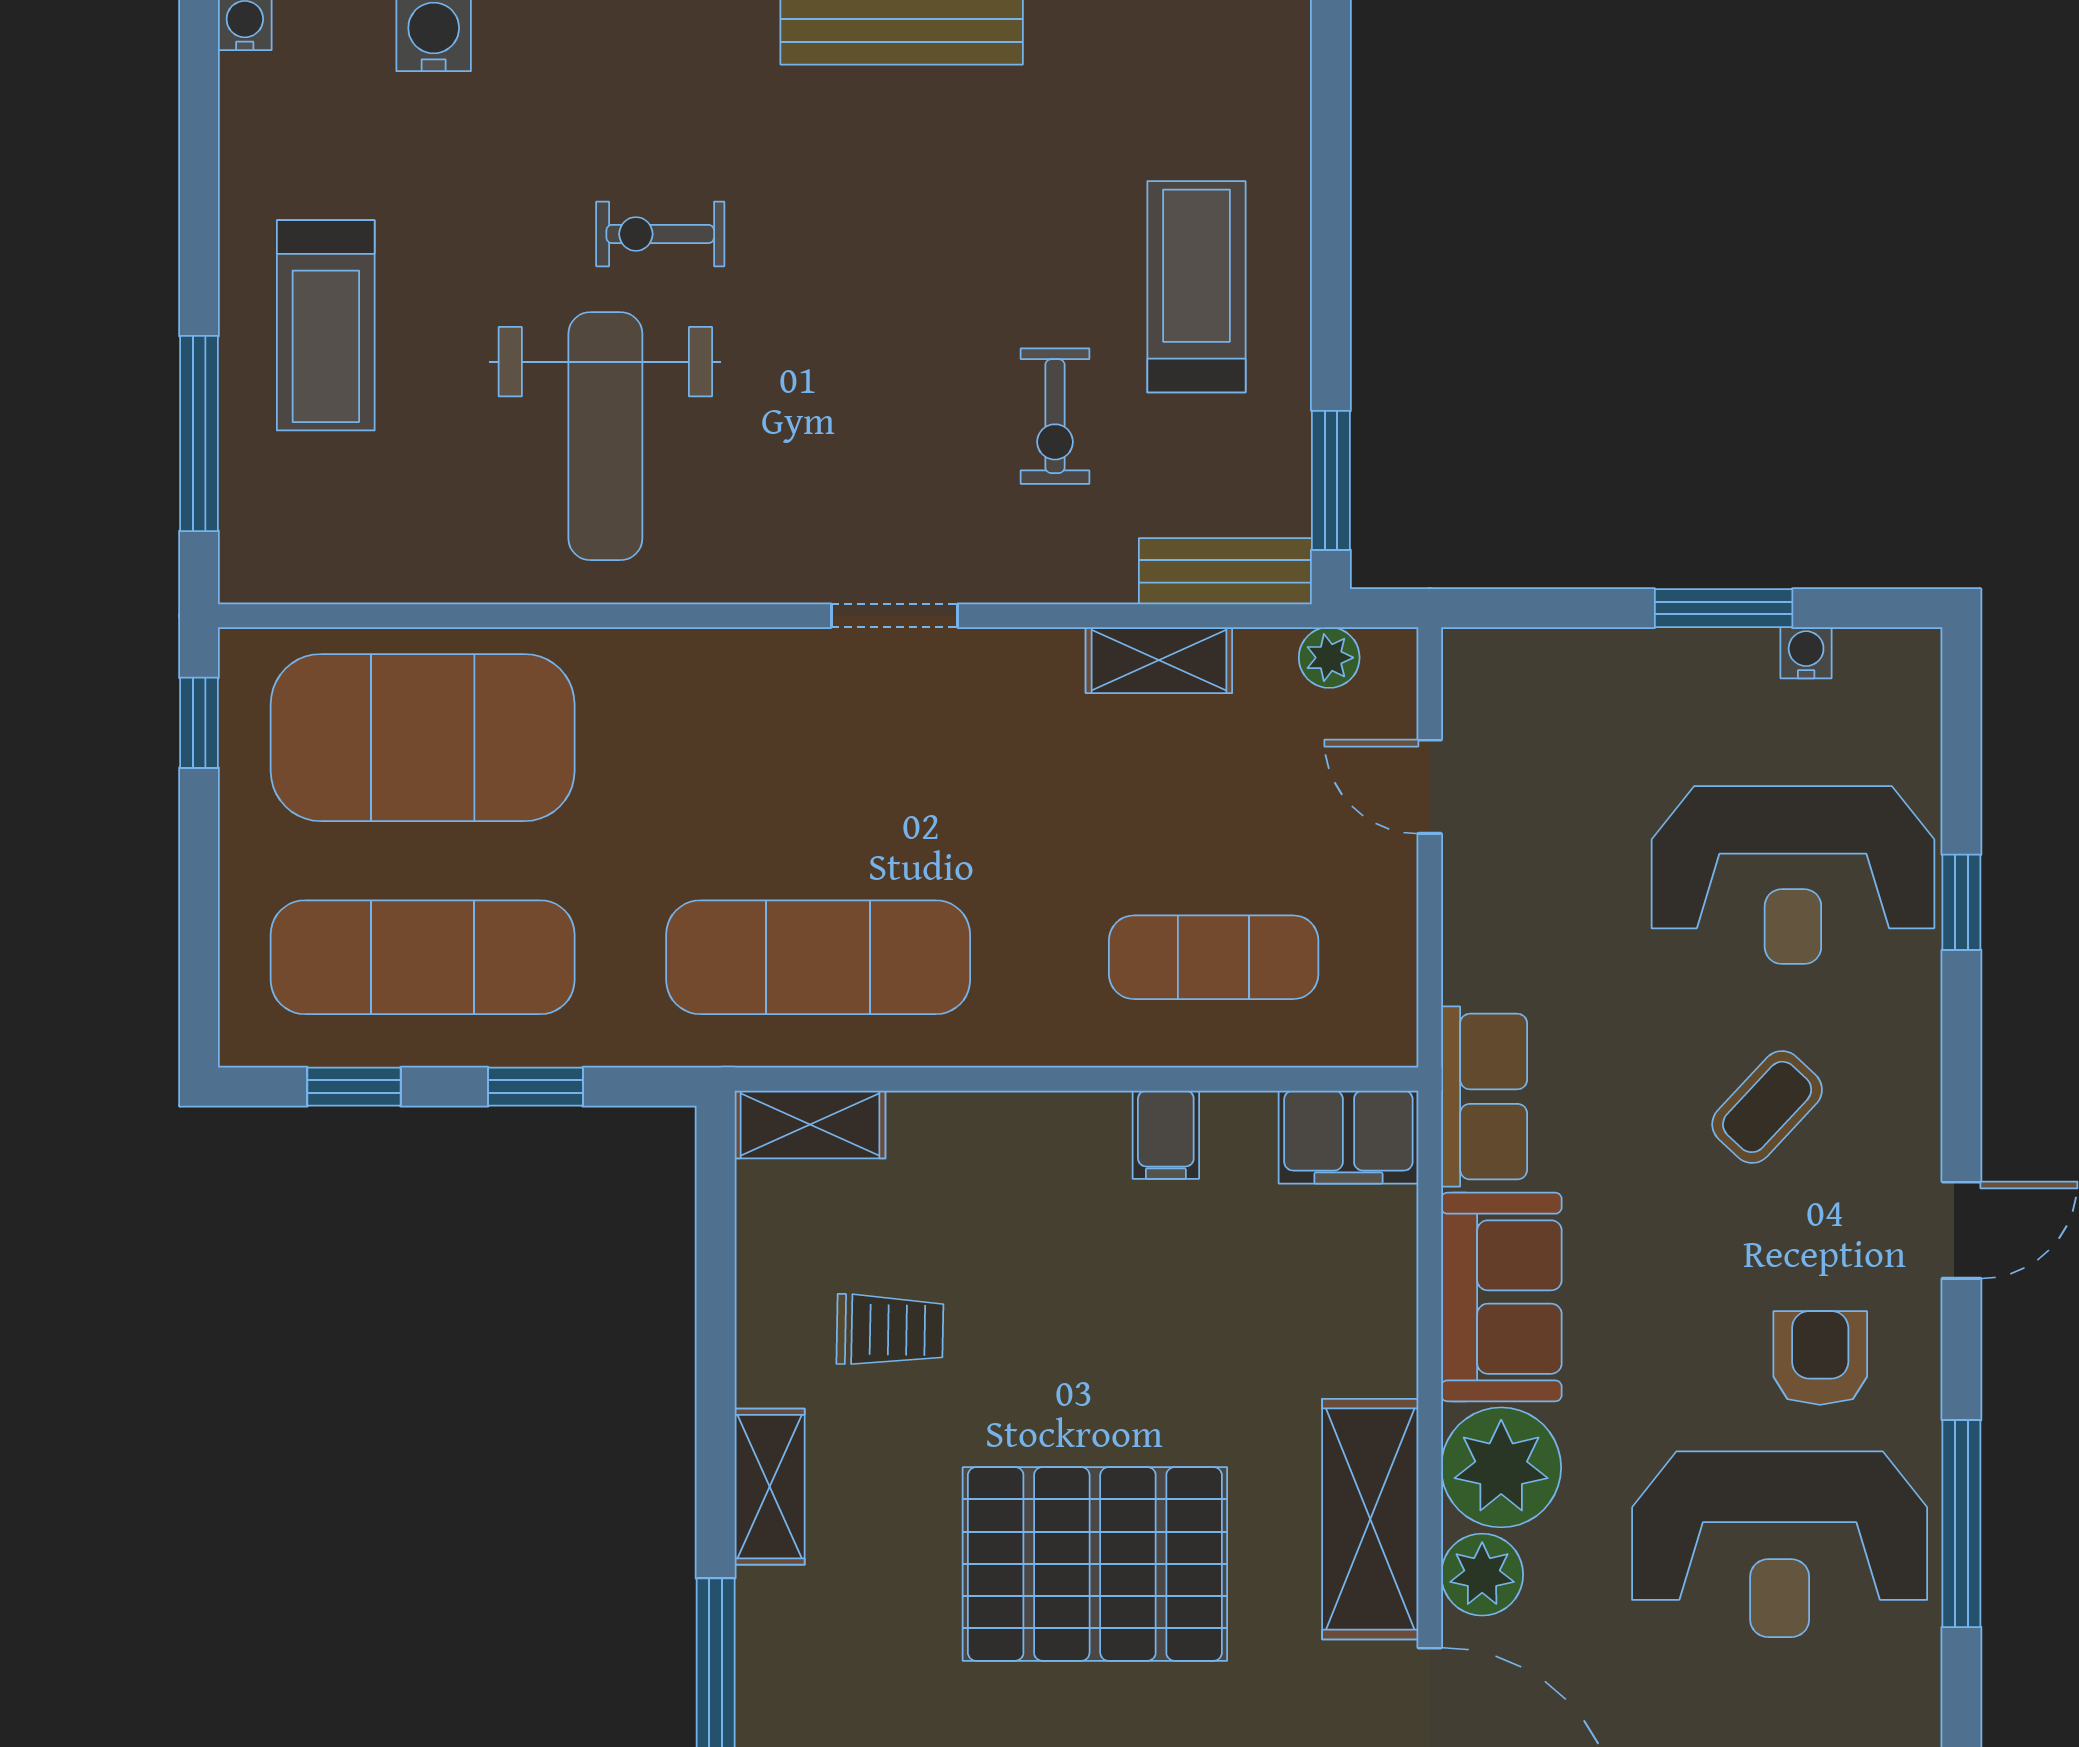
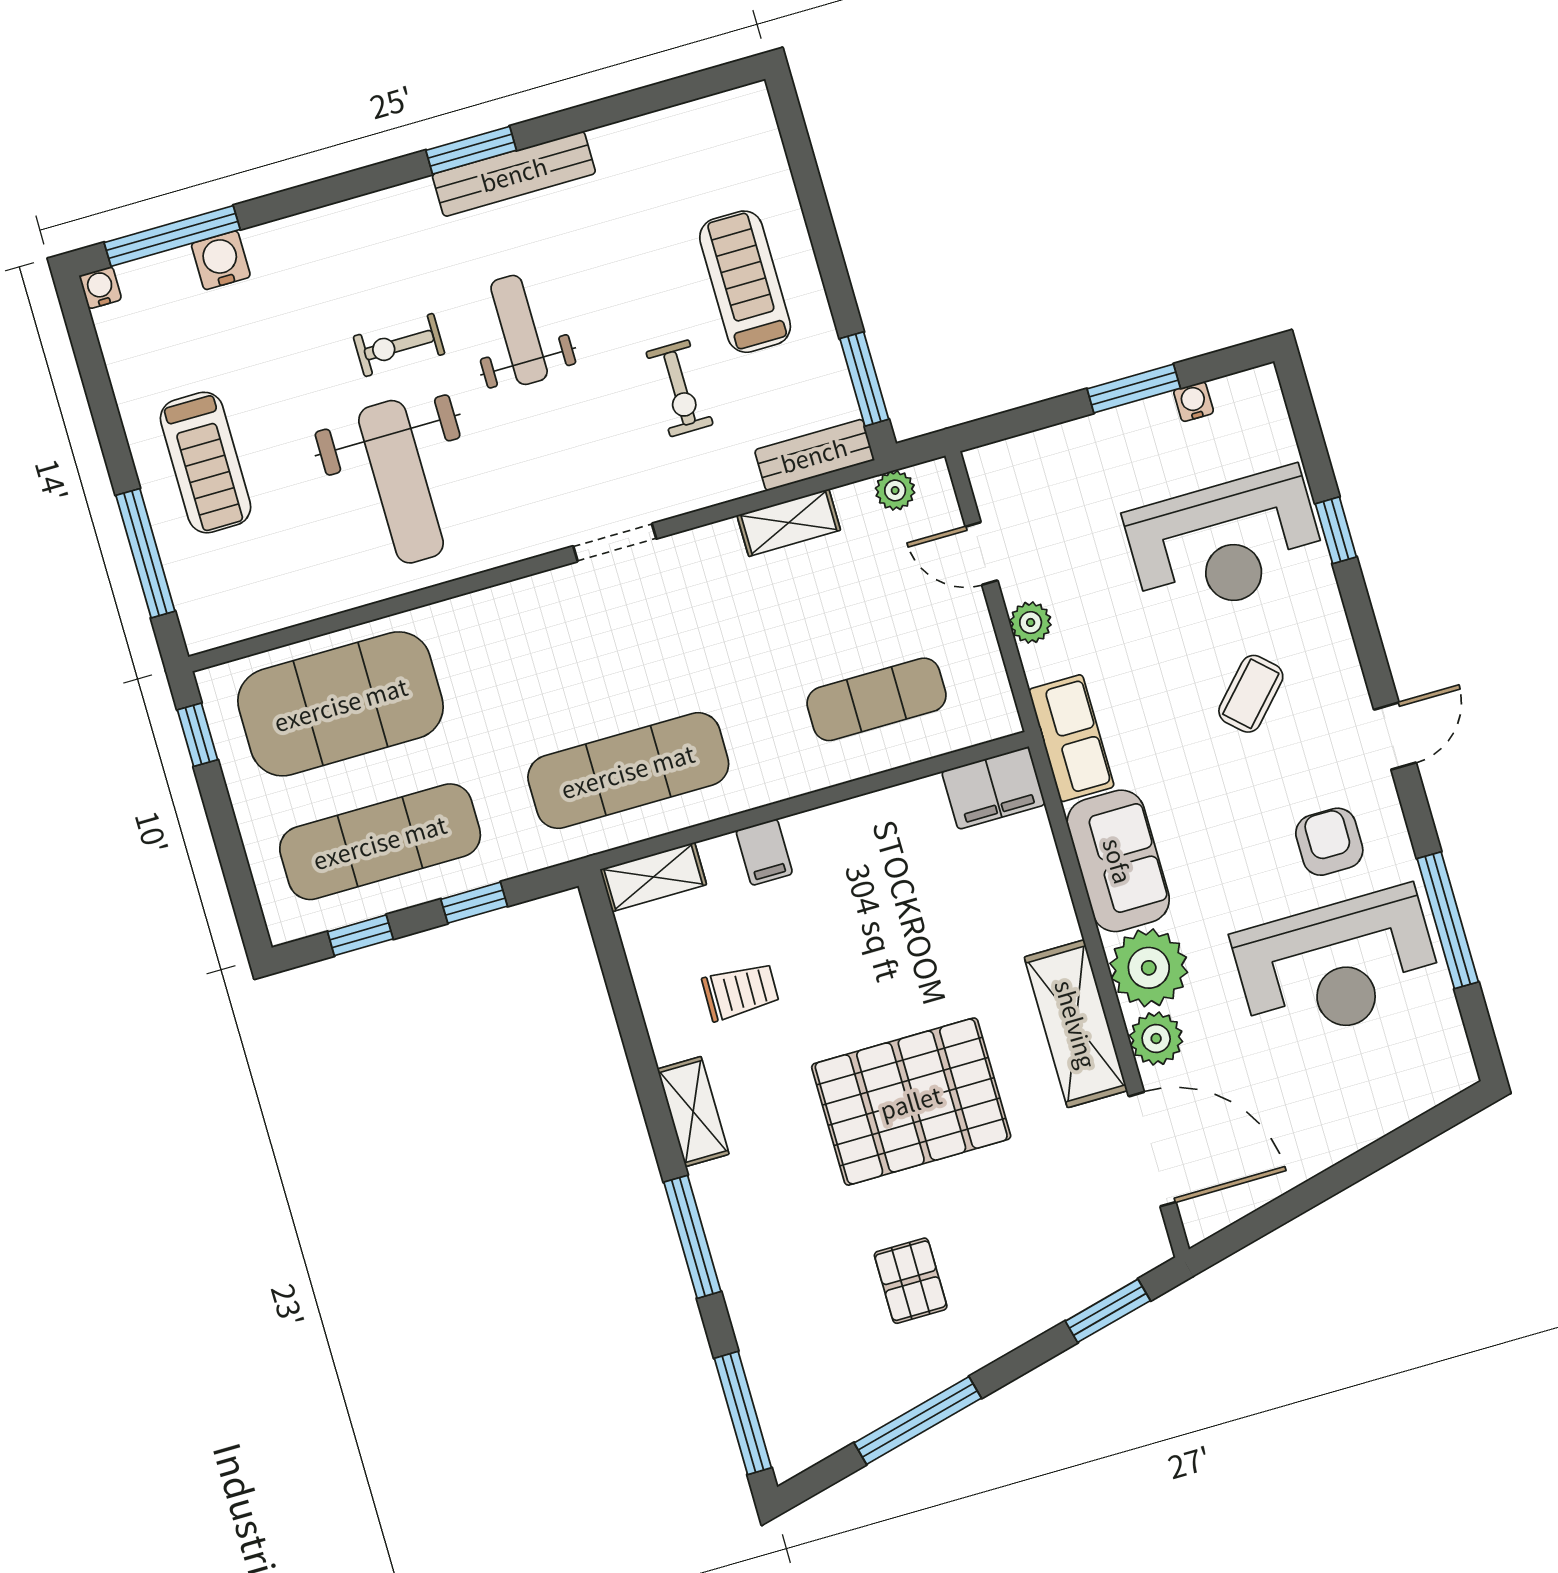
weight bench: (843, 262) -> (519, 330), added
plant: (1473, 909) -> (1031, 622), added
filing cabinet: (1166, 1135) -> (764, 852), moved

